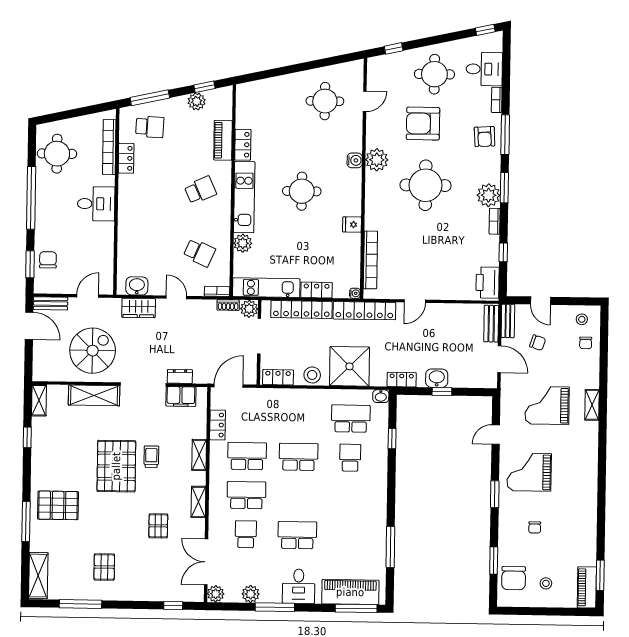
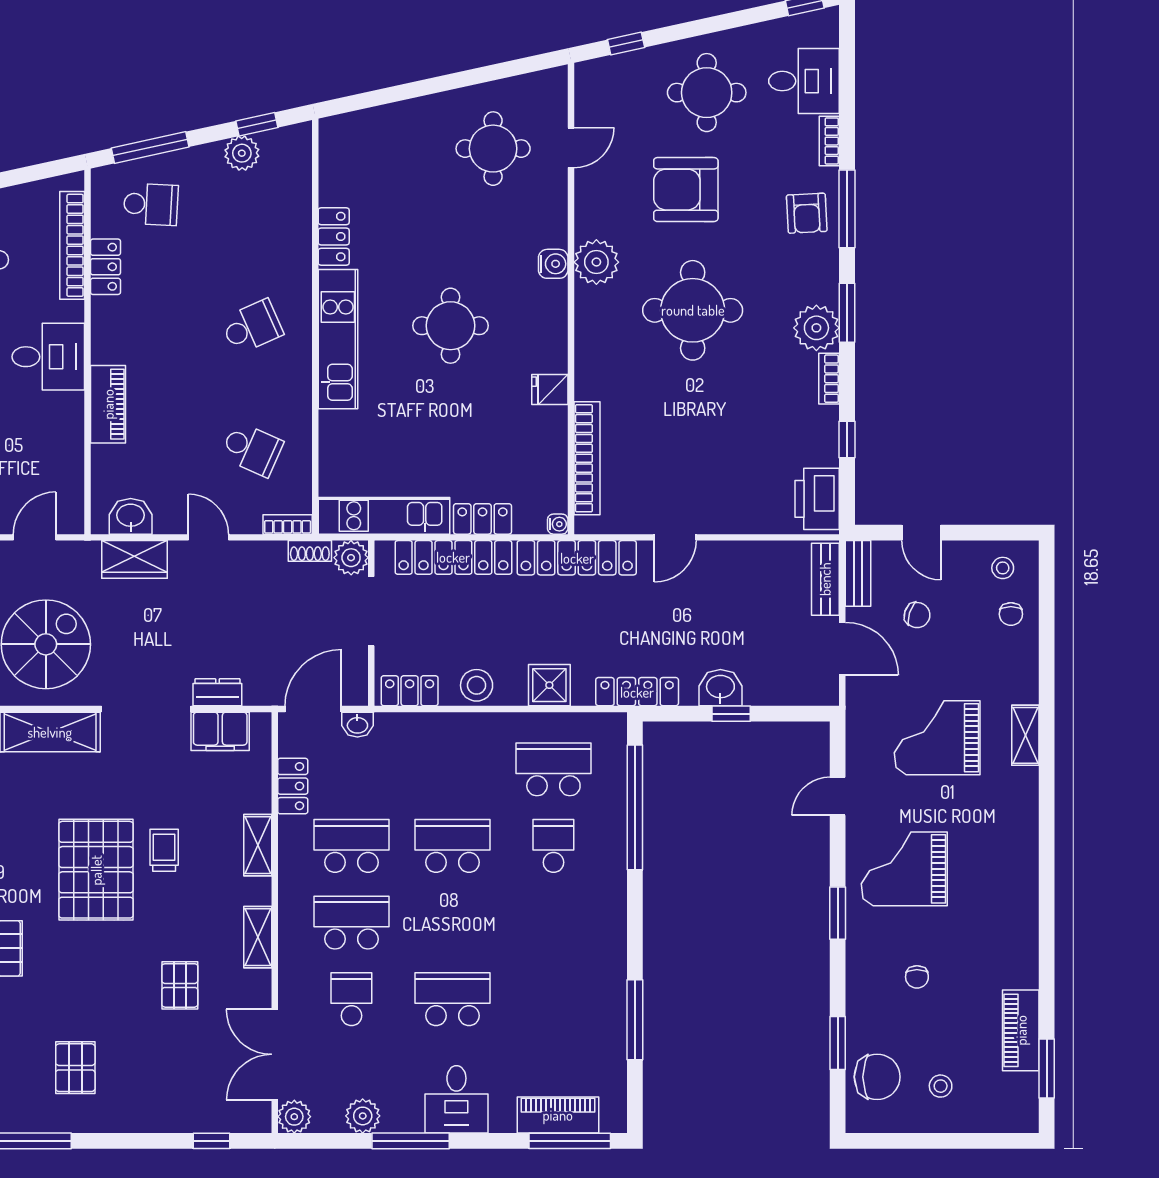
piano: (223, 140) -> (108, 404), moved, turned 180
plant: (243, 243) -> (336, 429), removed
shower: (350, 366) -> (549, 685), width x0.54, depth x0.54
locker: (402, 380) -> (637, 692), width x1.53
washbasin: (381, 396) -> (357, 725), moved
window: (392, 439) -> (635, 807), width x3.17
chair: (514, 578) -> (877, 1077), turned -90
piano: (587, 587) -> (1021, 1030), moved
piano: (350, 592) -> (558, 1115), width x0.73, depth x0.75

